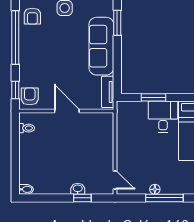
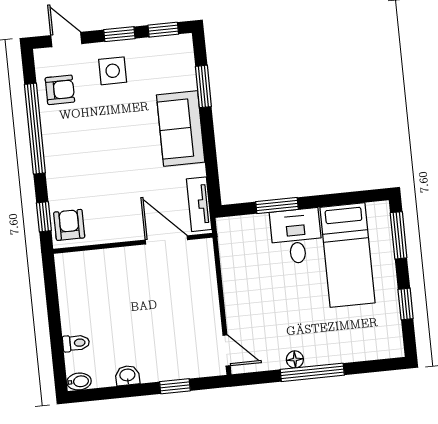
armchair: (32, 16) -> (60, 90), turned -90
sofa: (101, 46) -> (181, 129), width x0.73
door: (67, 111) -> (166, 240), moved
toilet: (27, 128) -> (76, 343), moved
washbasin: (78, 189) -> (127, 376), moved

